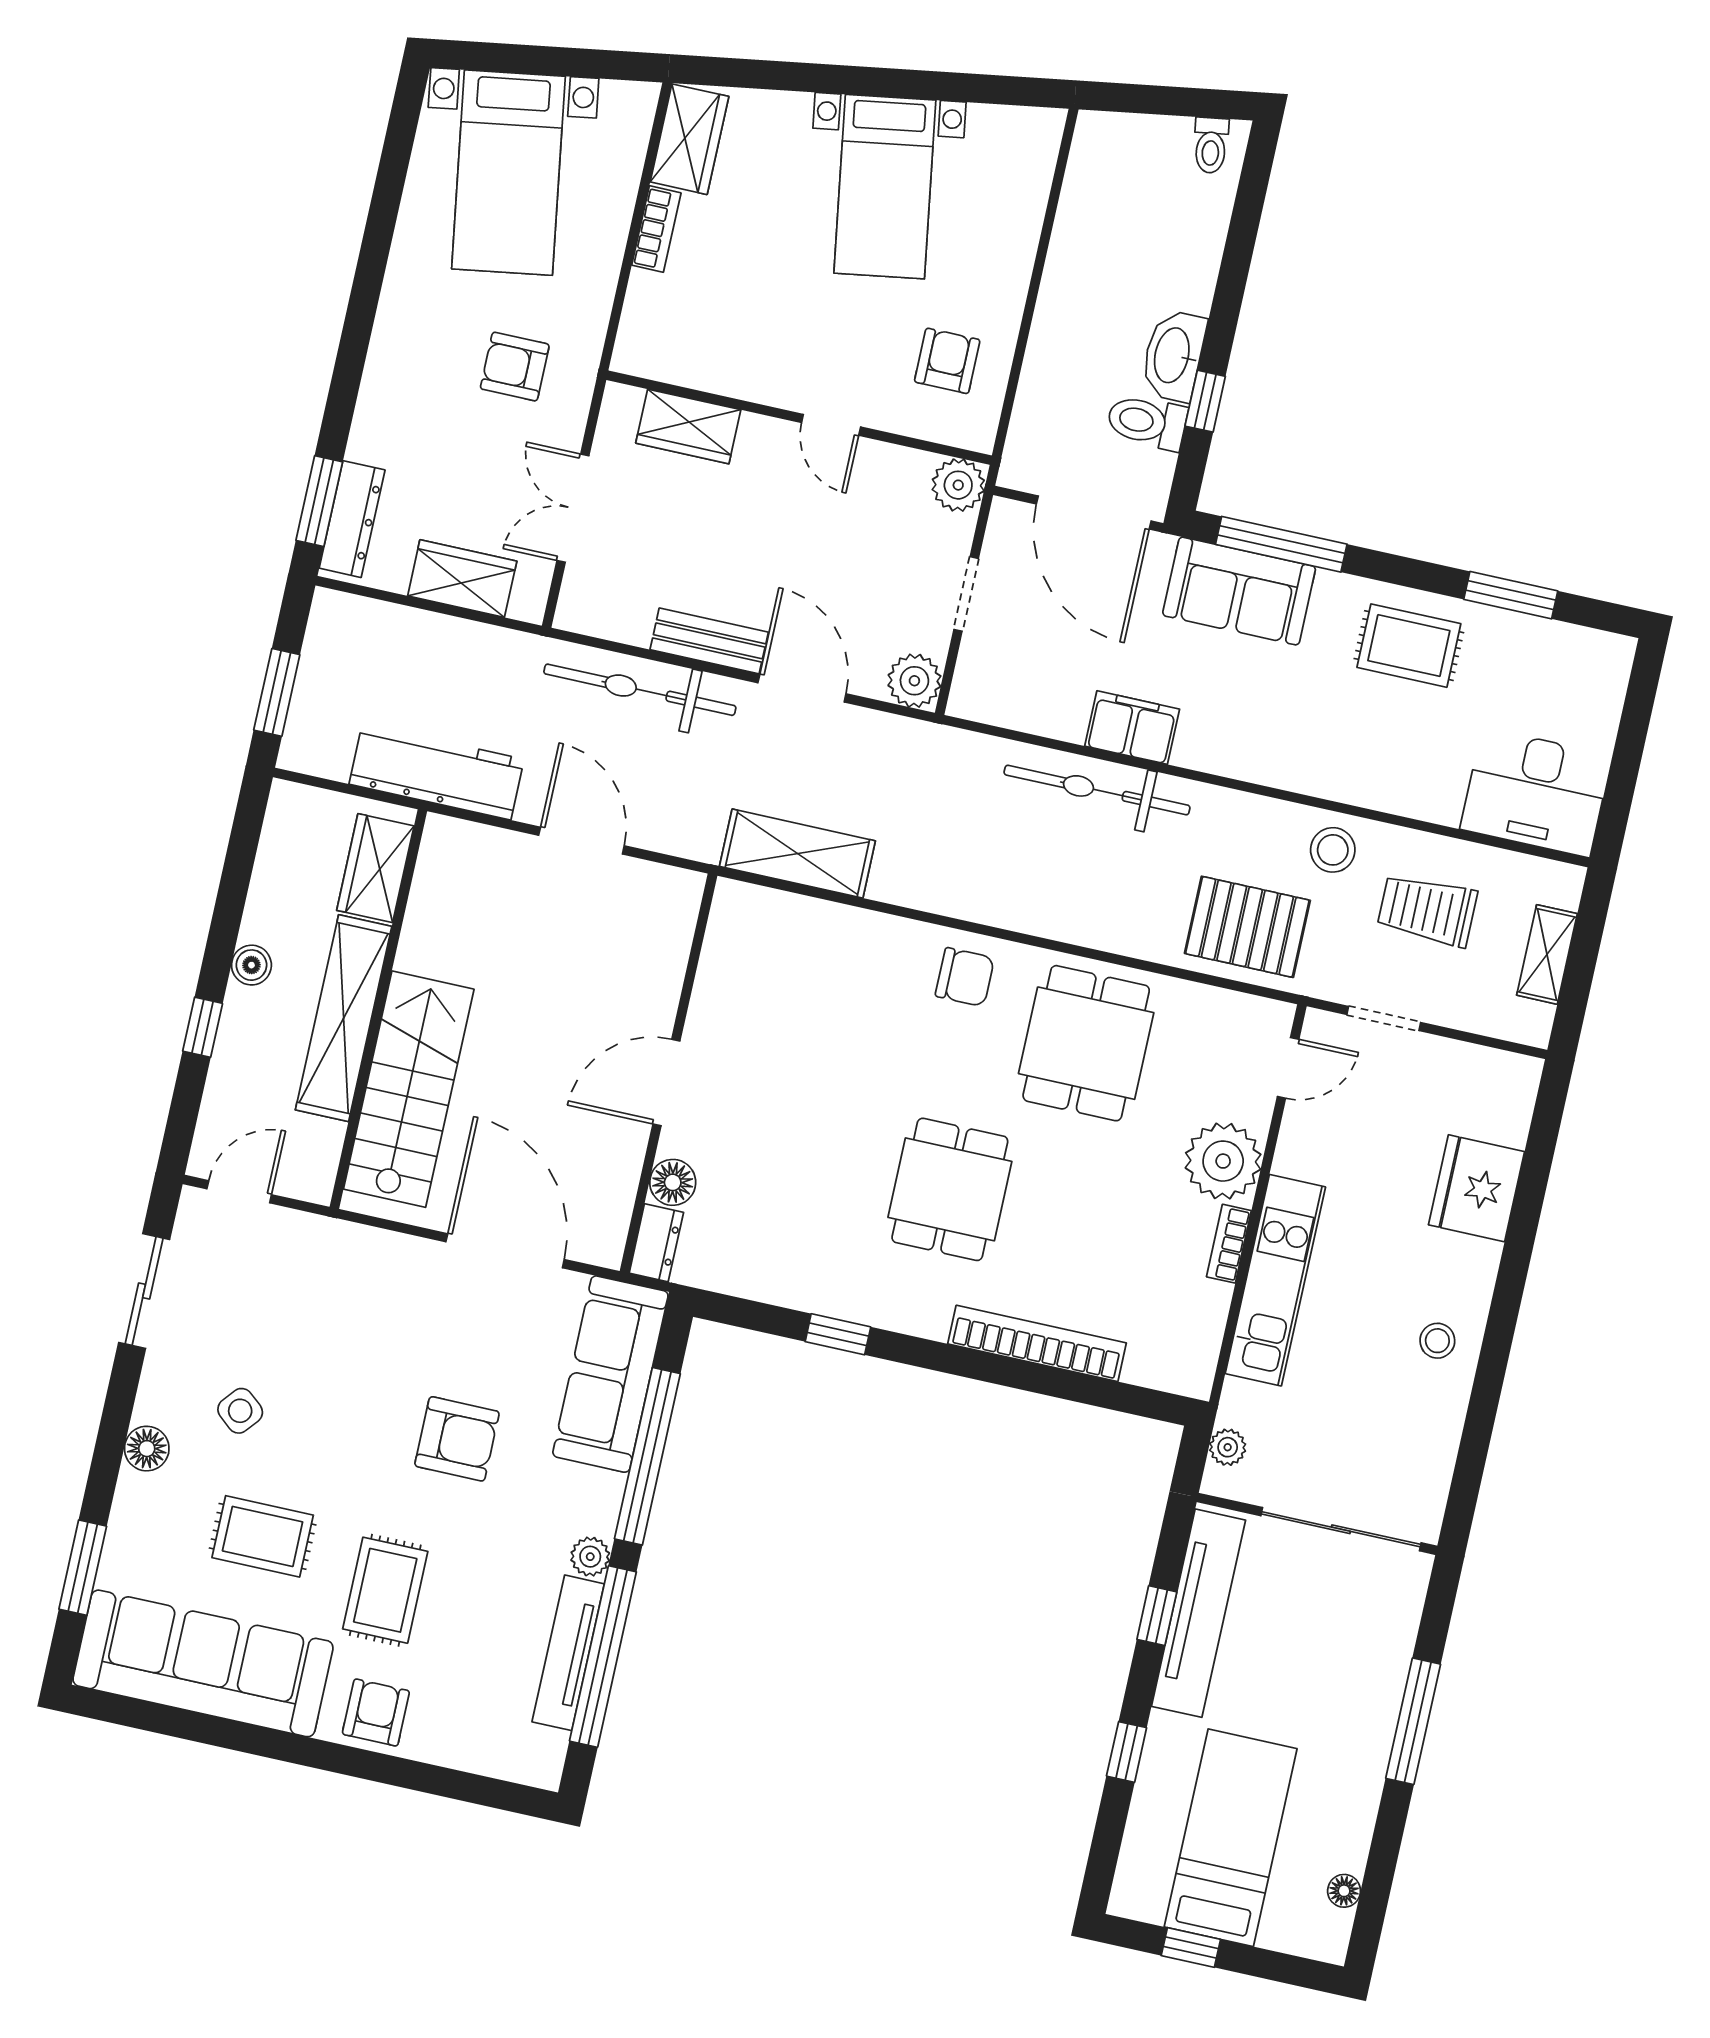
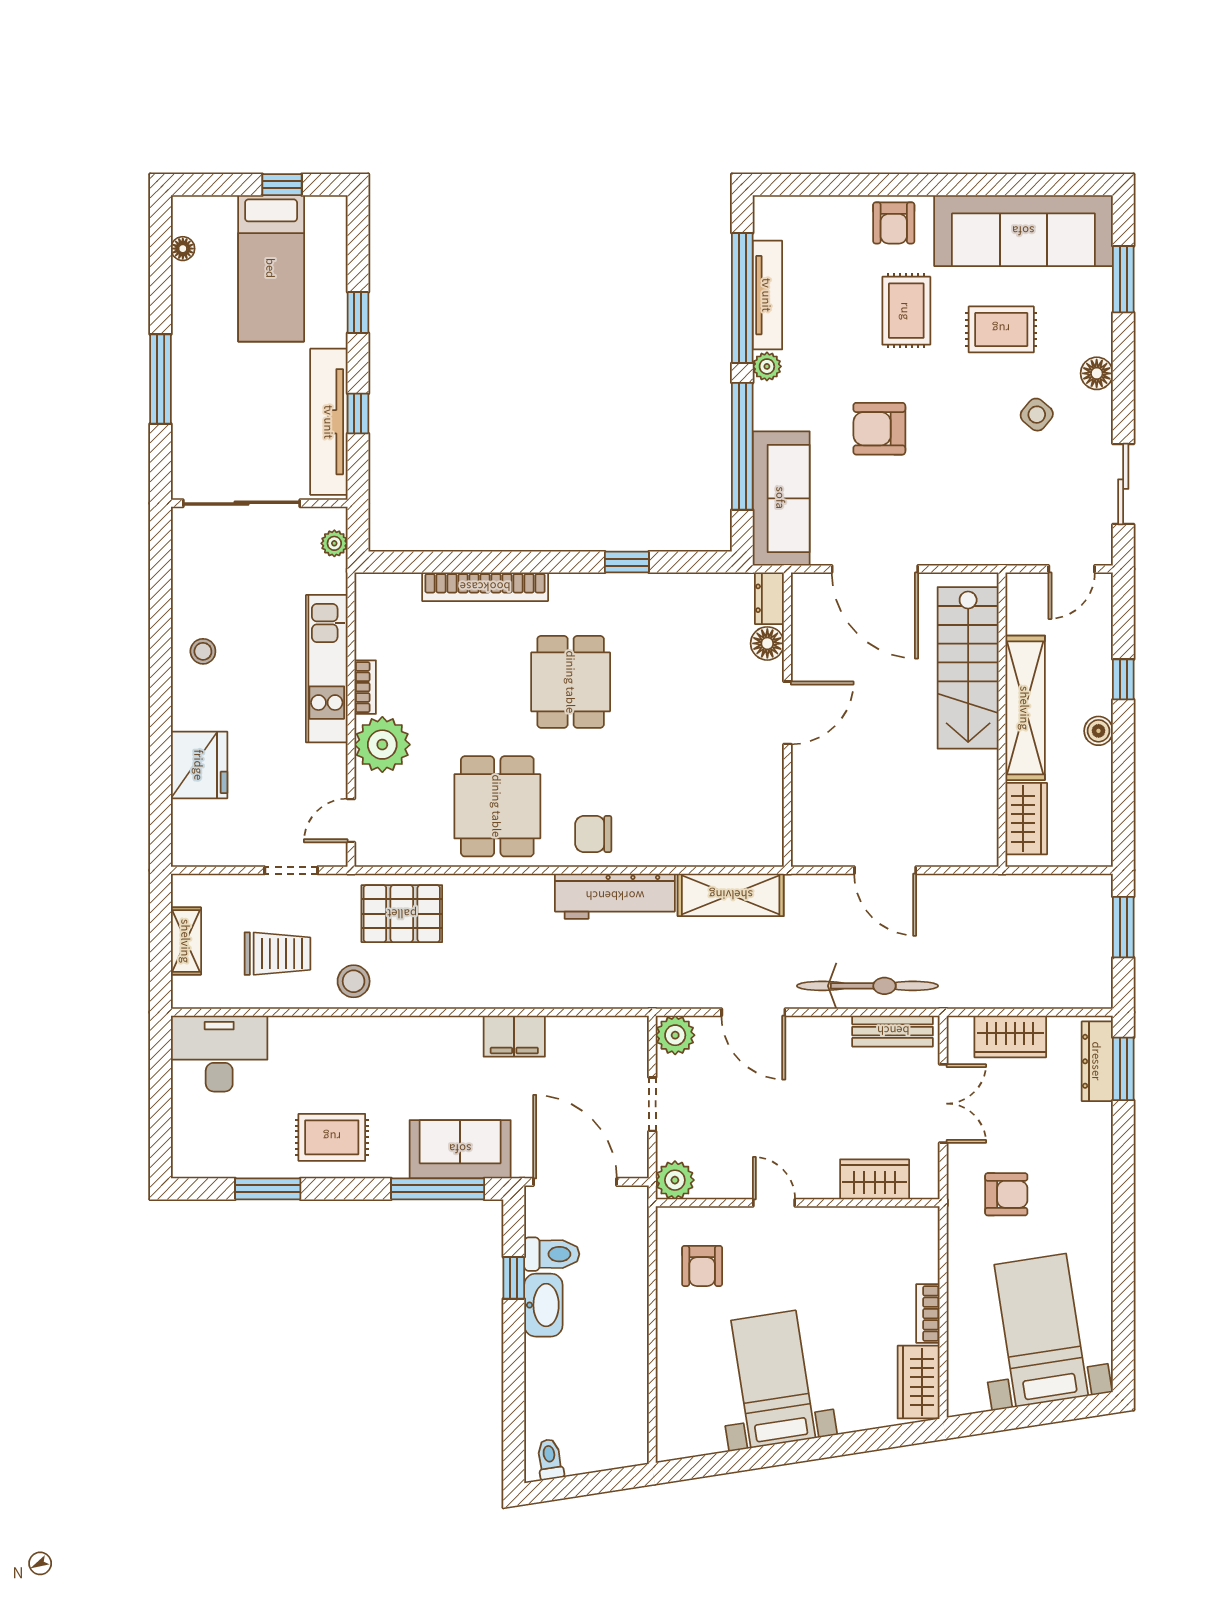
bench: (709, 641) -> (893, 1031), moved
workbench: (437, 772) -> (615, 896), moved
bicycle: (1097, 790) -> (529, 987), removed

